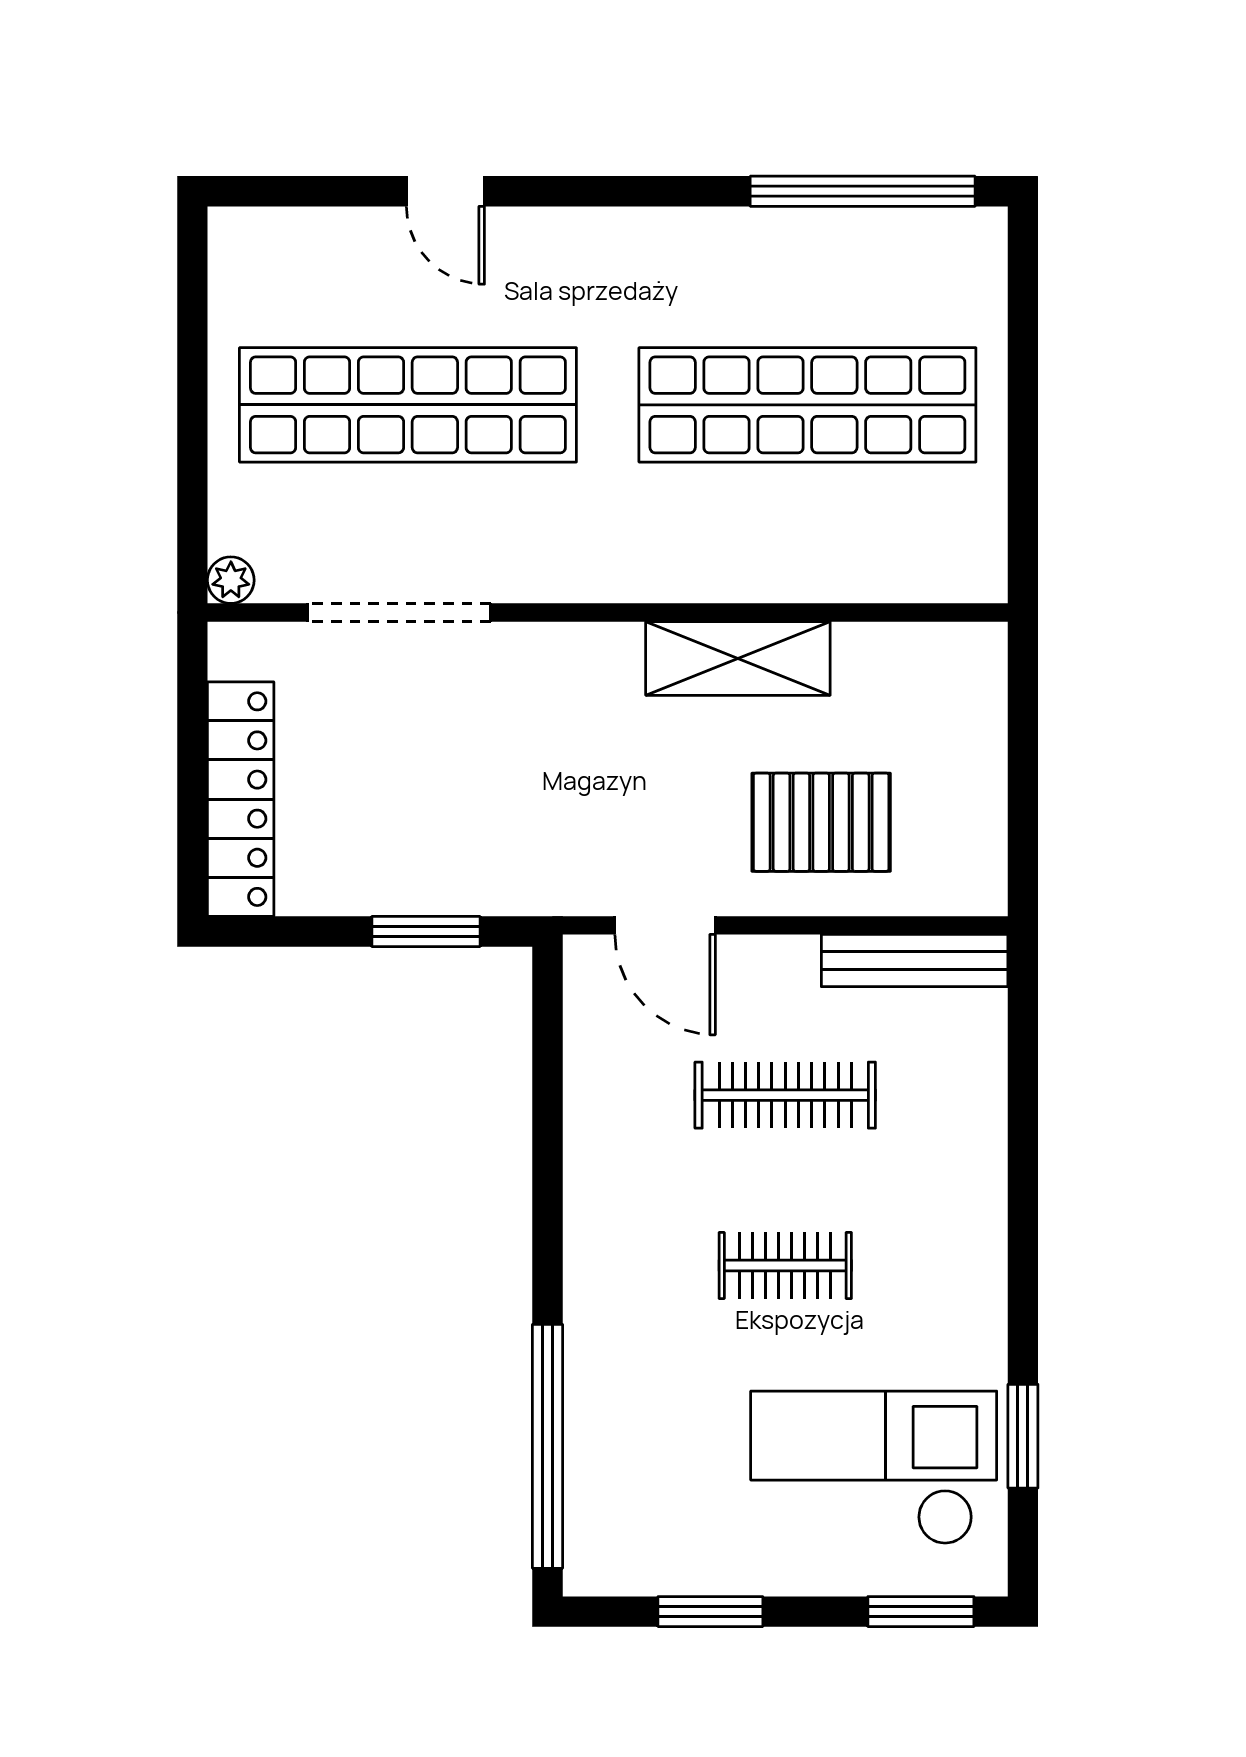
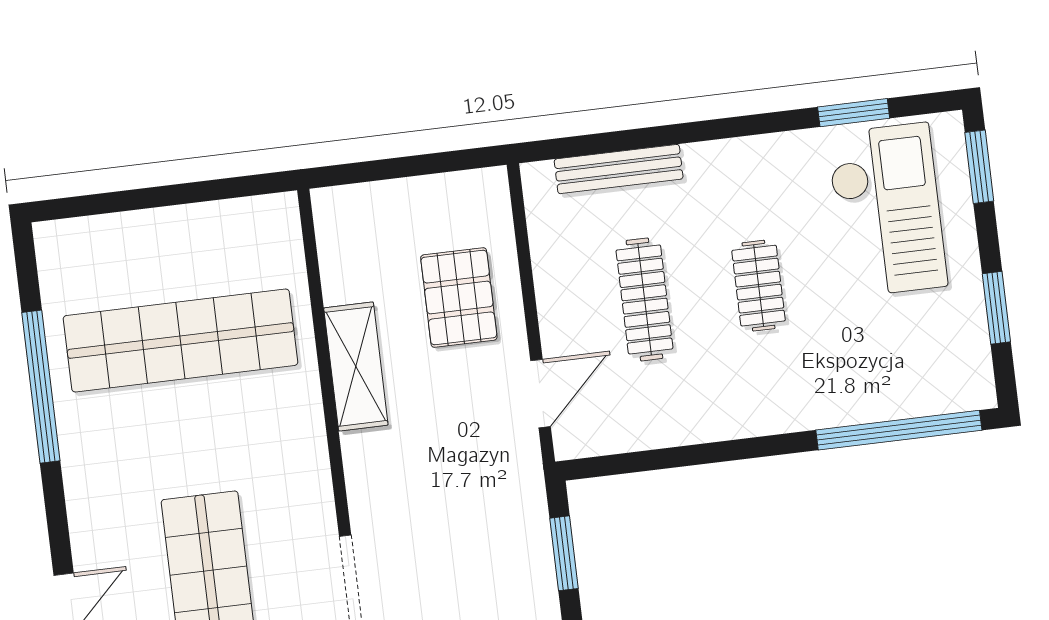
window: (863, 191) -> (41, 387), moved
shop shelf: (807, 405) -> (180, 340), turned 90
bench: (915, 961) -> (619, 169), moved, turned 90
checkout: (874, 1468) -> (887, 210), turned 180

